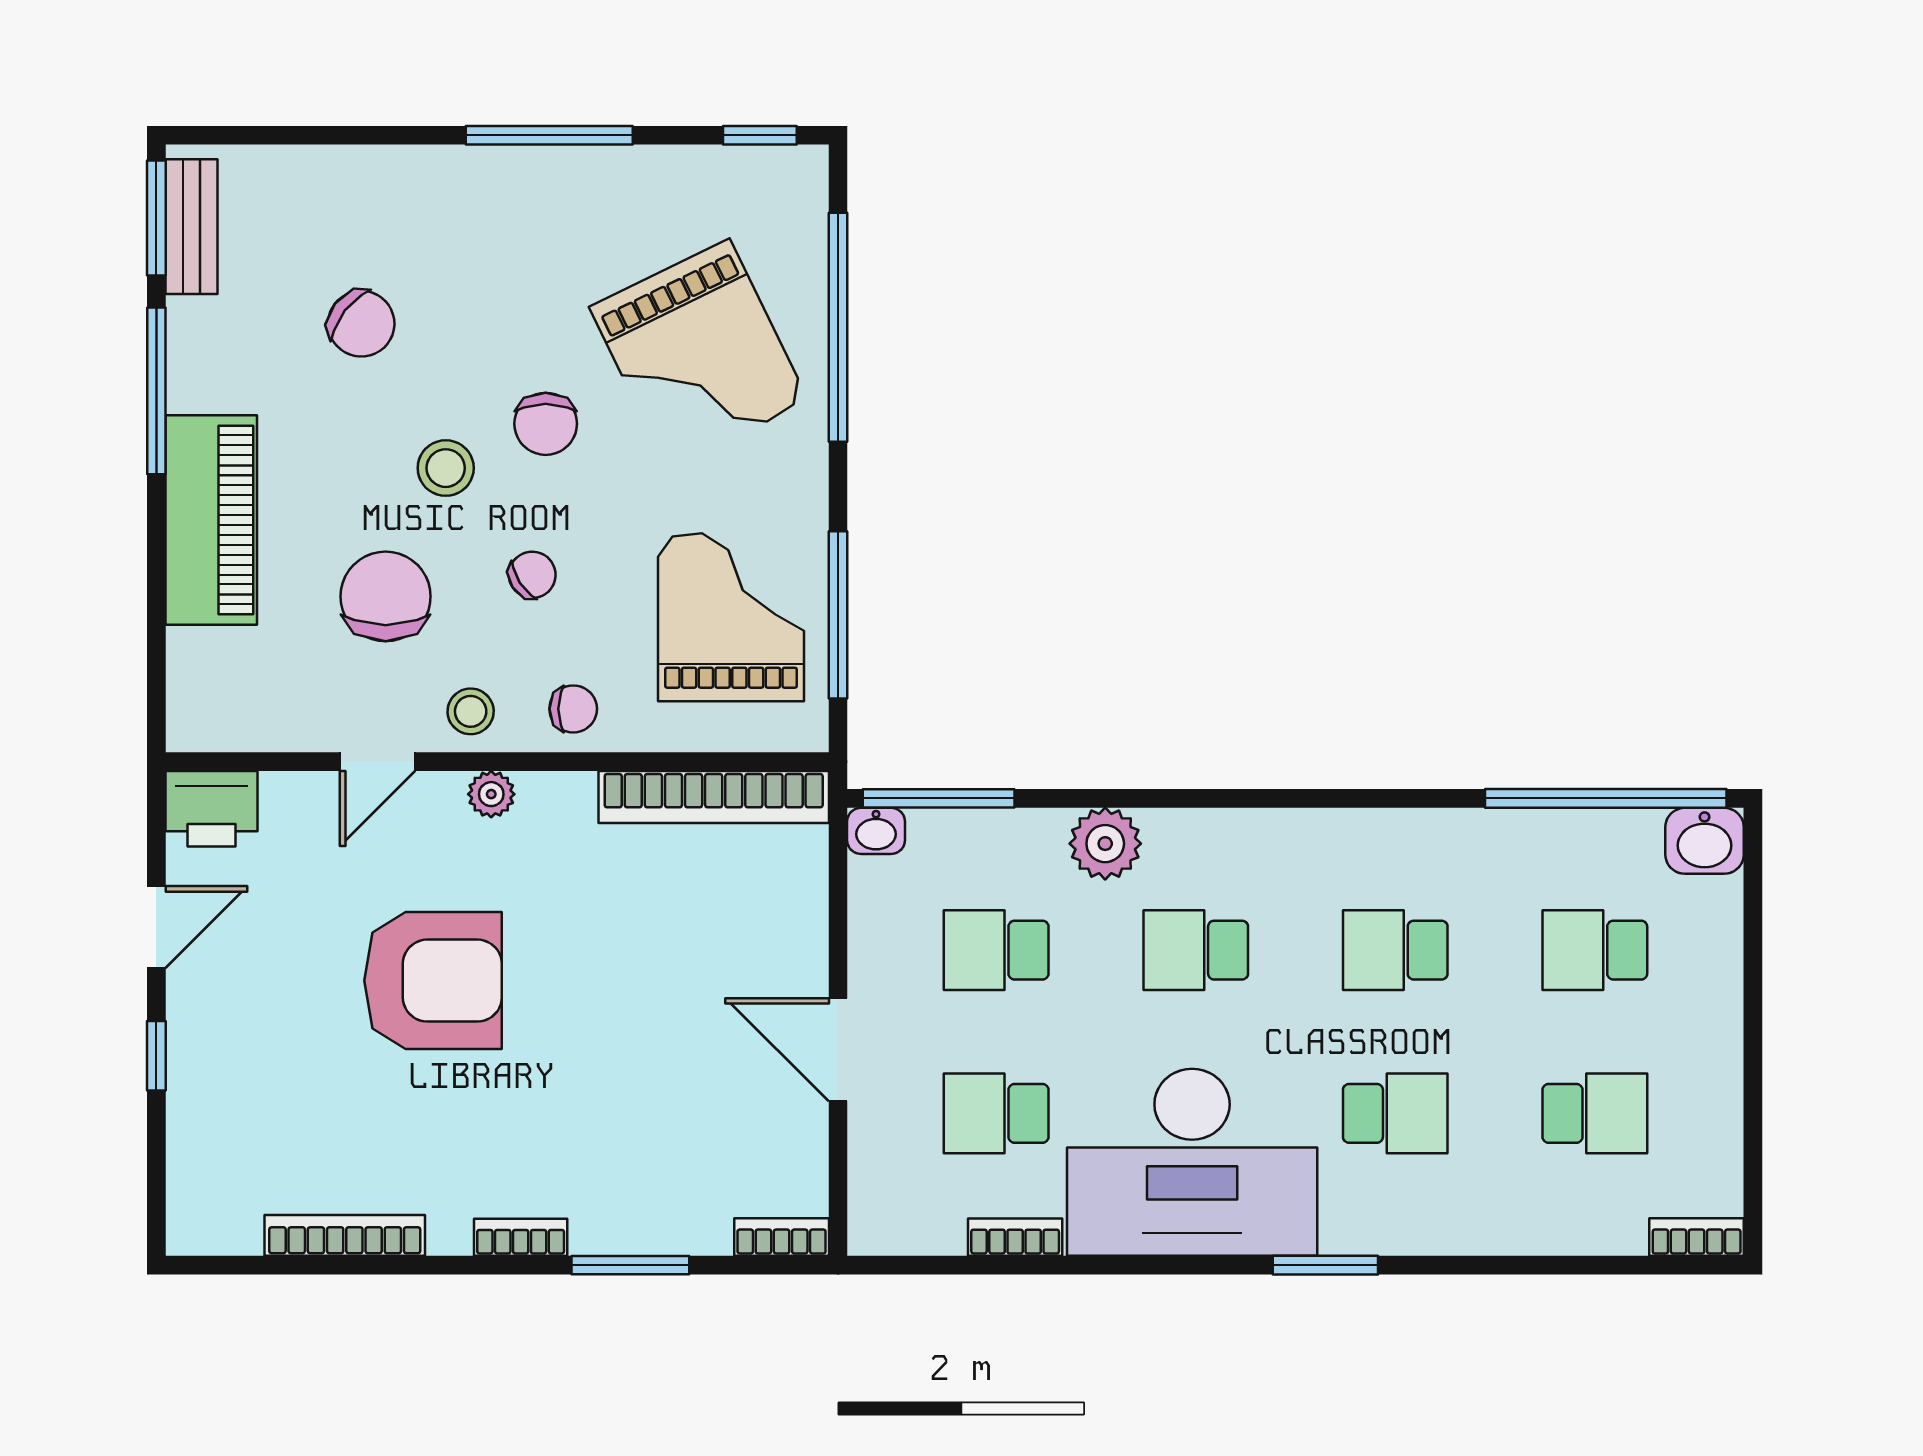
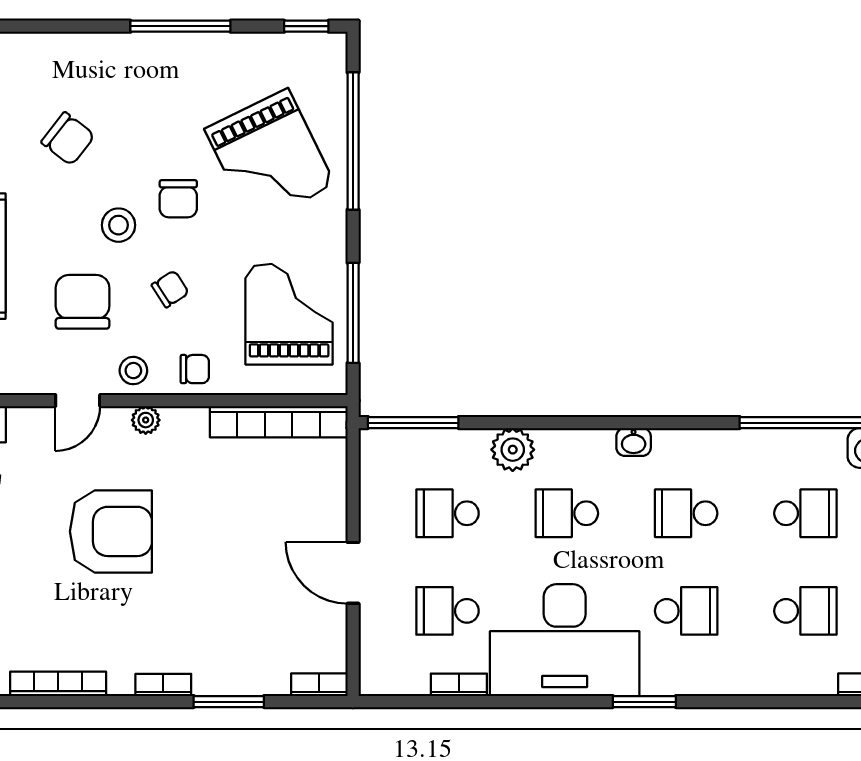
washbasin: (876, 831) -> (634, 442), moved
school desk: (1595, 950) -> (805, 513), turned 180

